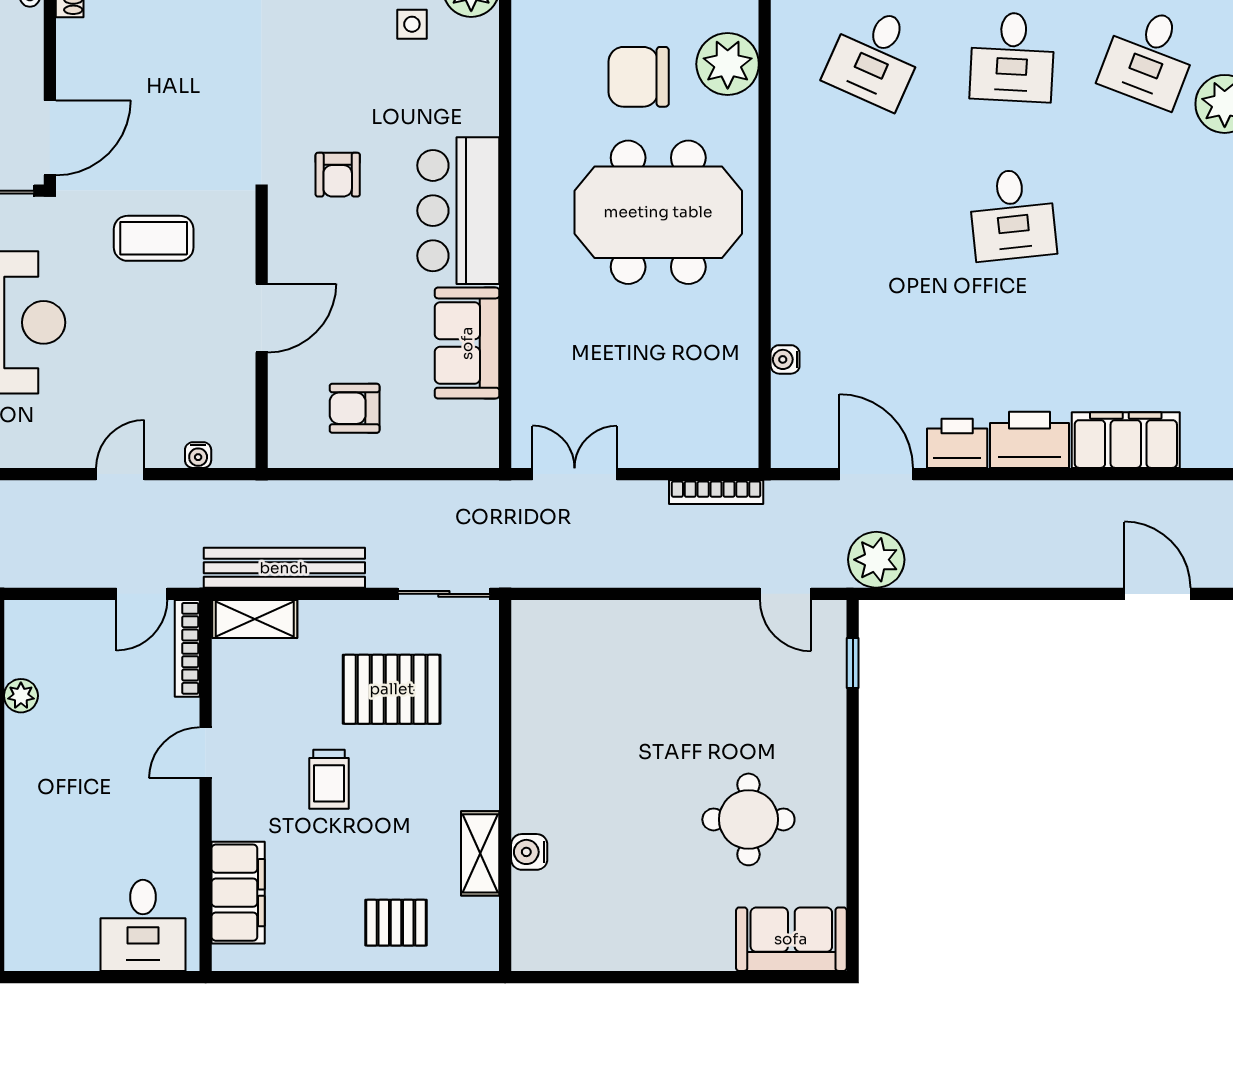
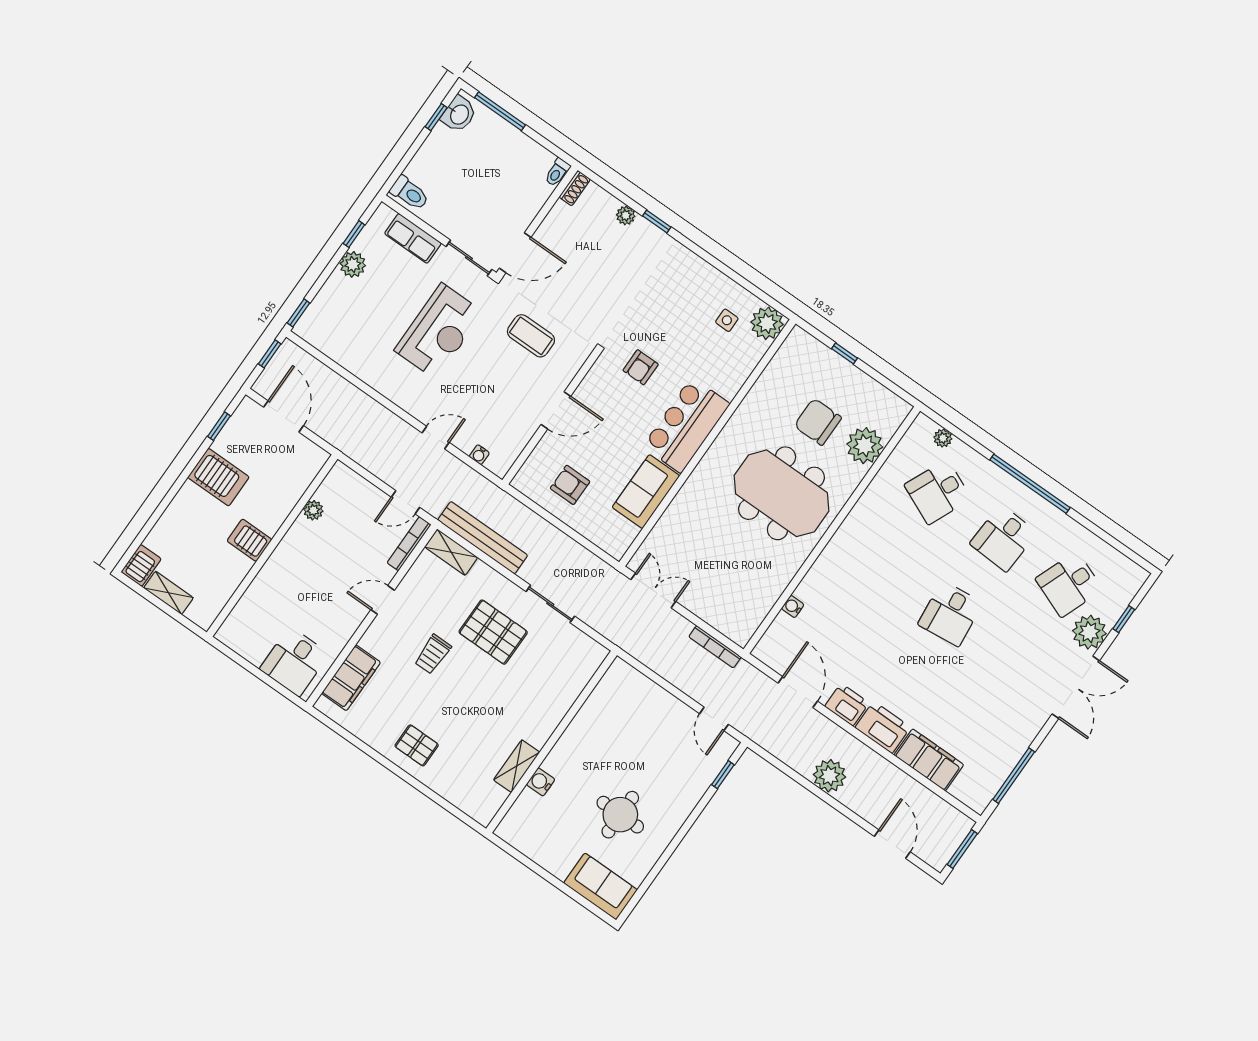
plant: (876, 560) -> (829, 776), moved
wall: (505, 785) -> (551, 742), moved
water cooler: (529, 852) -> (541, 782), moved
shelving: (480, 853) -> (517, 766), moved

